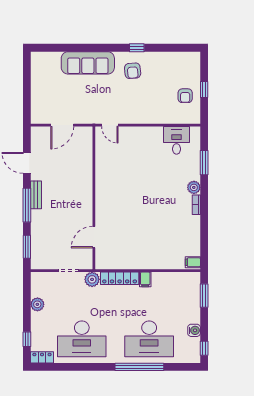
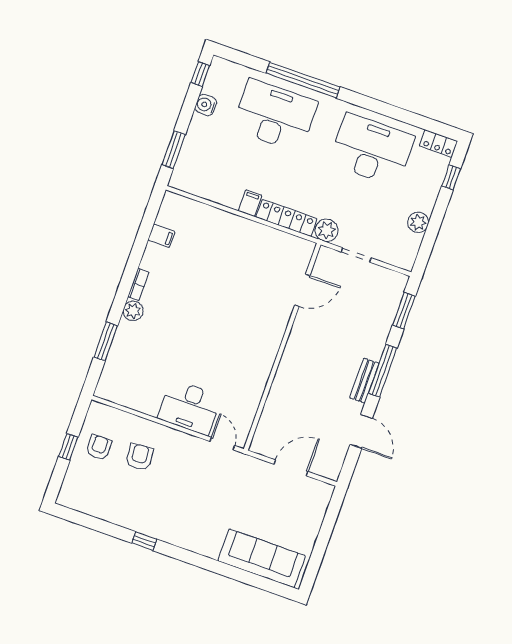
sofa: (88, 63) -> (262, 558), moved
armchair: (133, 71) -> (140, 457), moved
desk: (177, 140) -> (190, 407), moved, width x1.37
filing cabinet: (193, 262) -> (161, 236), moved

